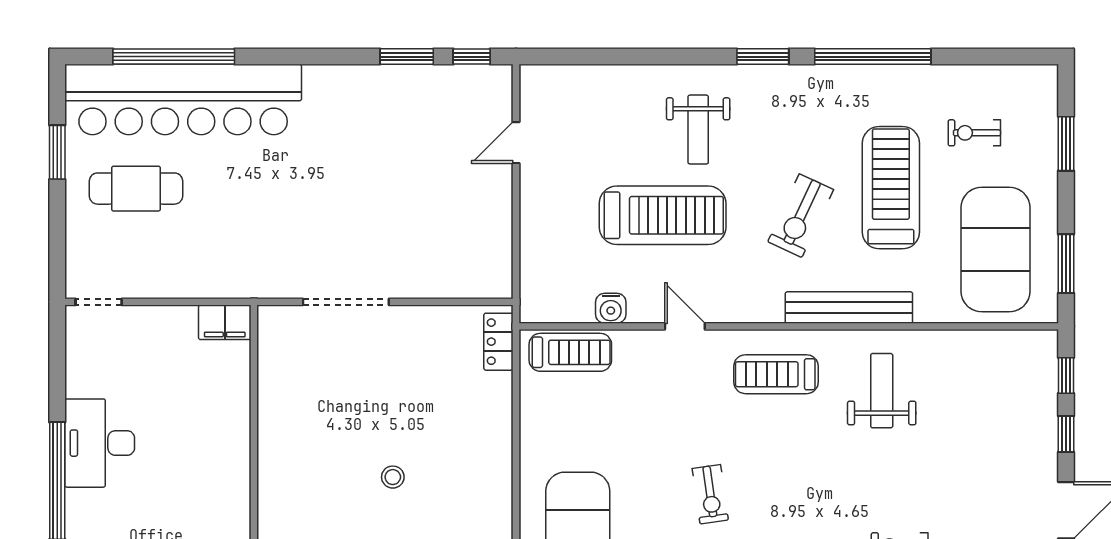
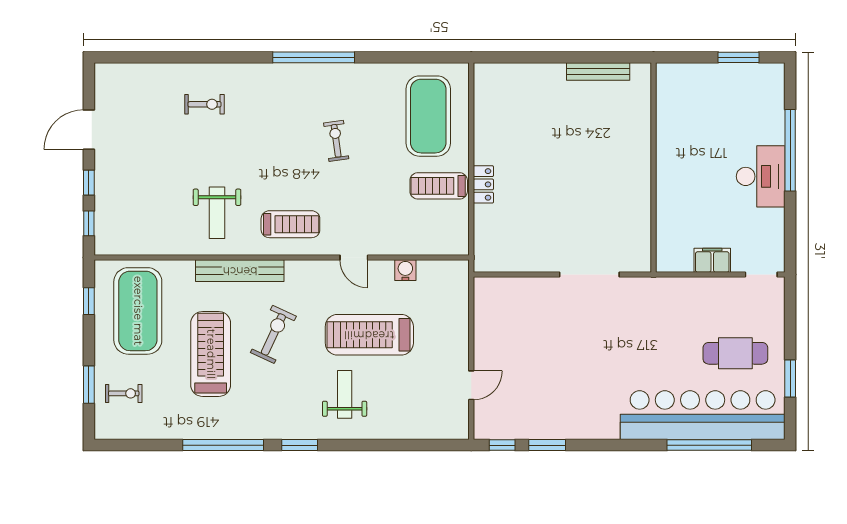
exercise bike: (974, 133) -> (124, 393), moved
treadmill: (891, 188) -> (211, 354), turned 180
window: (1066, 264) -> (89, 301), width x0.67
filing cabinet: (225, 322) -> (712, 260), moved
locker: (498, 342) -> (483, 184), moved
treadmill: (570, 352) -> (439, 186), moved
stool: (393, 477) -> (557, 153), removed

